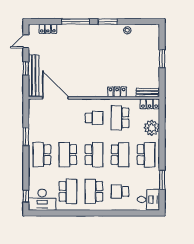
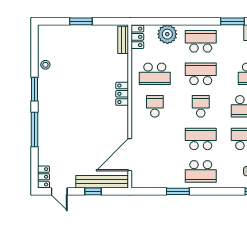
locker: (48, 29) -> (43, 177), moved
locker: (117, 92) -> (122, 94), moved
school desk: (68, 155) -> (201, 139), turned 180
school desk: (94, 155) -> (201, 106), width x0.54

